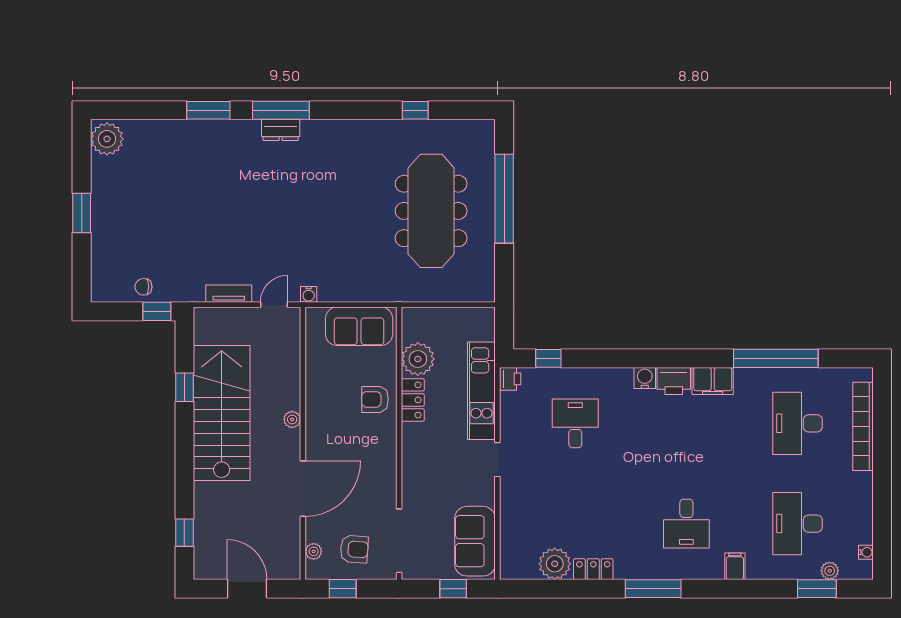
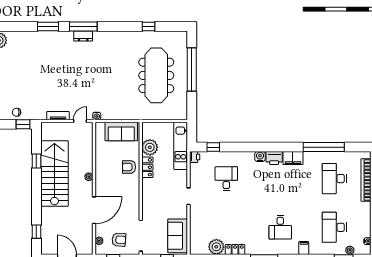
kitchen unit: (481, 391) -> (181, 146), moved

